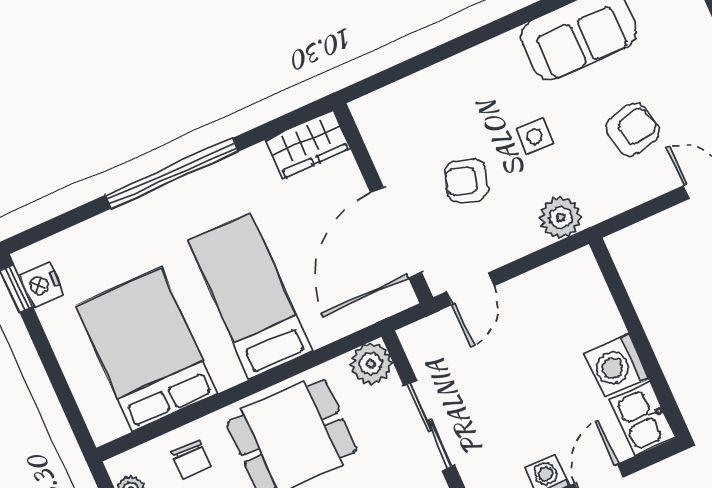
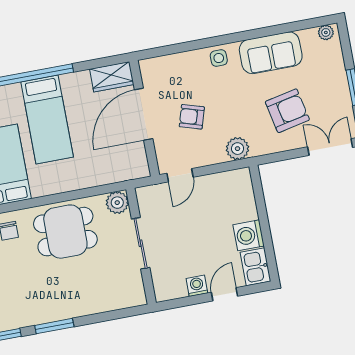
armchair: (632, 130) -> (287, 111), width x1.38, depth x1.38
side table: (535, 136) -> (219, 58), moved
door: (396, 232) -> (144, 114), moved
bed: (250, 296) -> (47, 119), moved, turned 180

